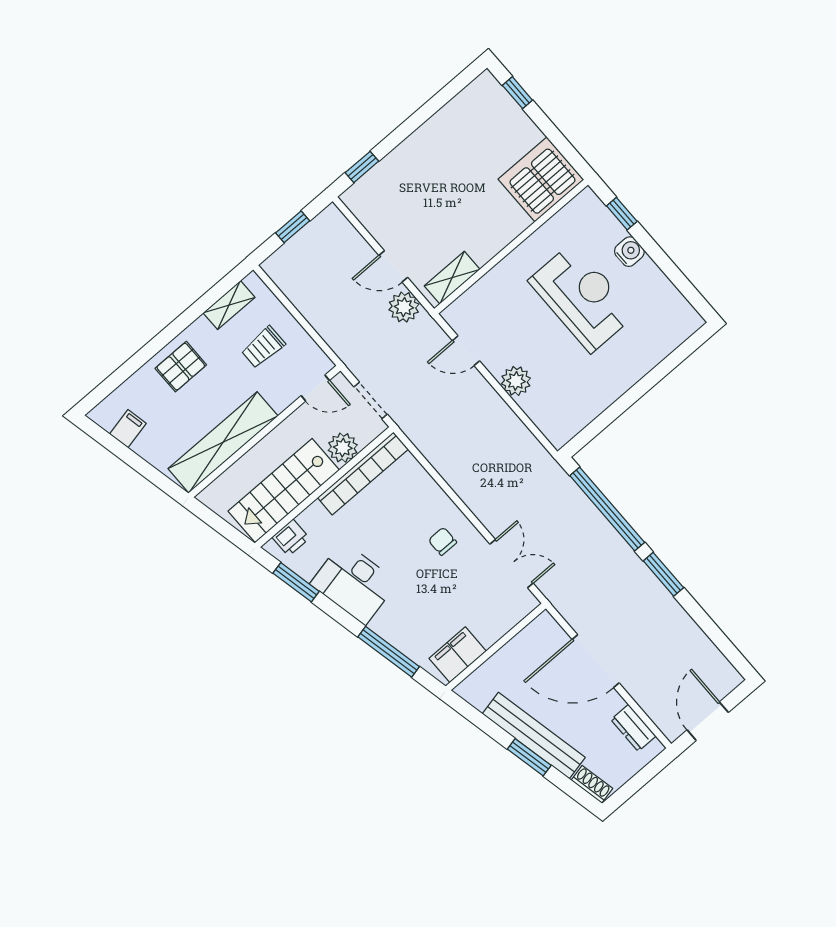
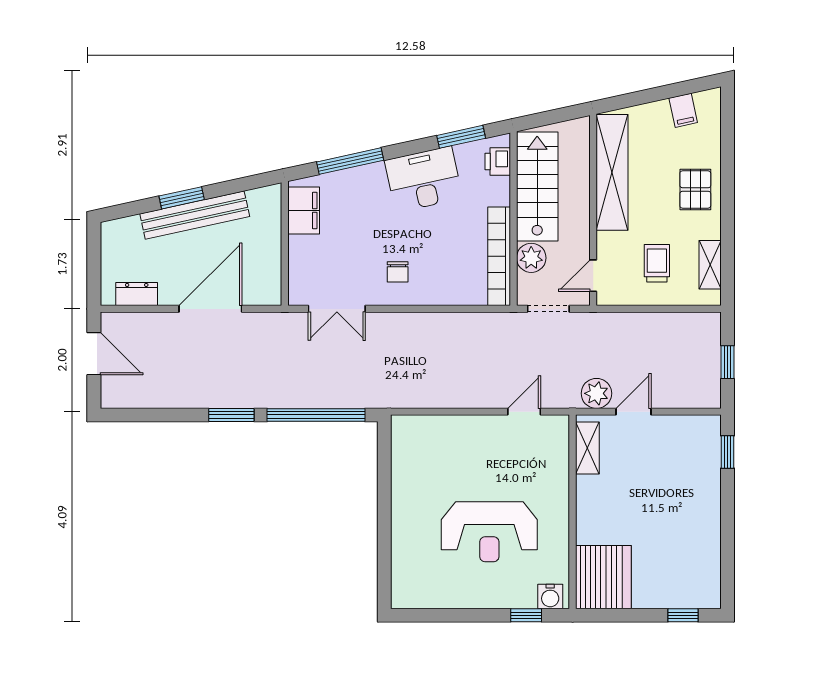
water cooler: (629, 252) -> (550, 596), moved
plant: (516, 381) -> (470, 429), removed
chair: (443, 541) -> (398, 272), turned 90
shoe rack: (592, 784) -> (121, 227), removed

